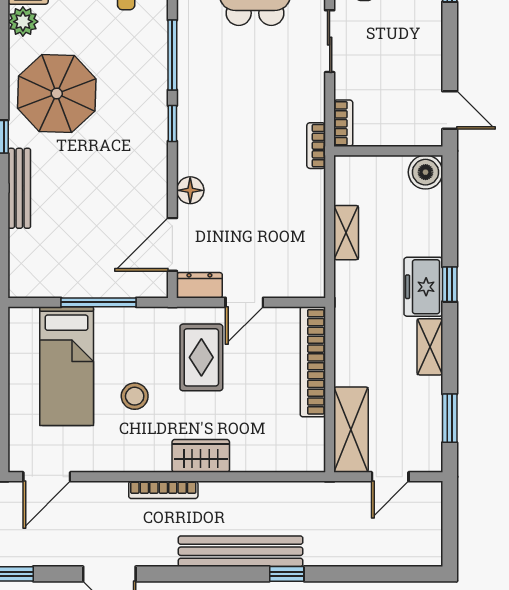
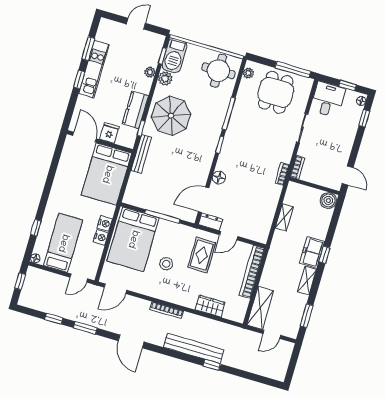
bed: (67, 366) -> (133, 239), width x1.50
wardrobe: (201, 456) -> (210, 306), moved

